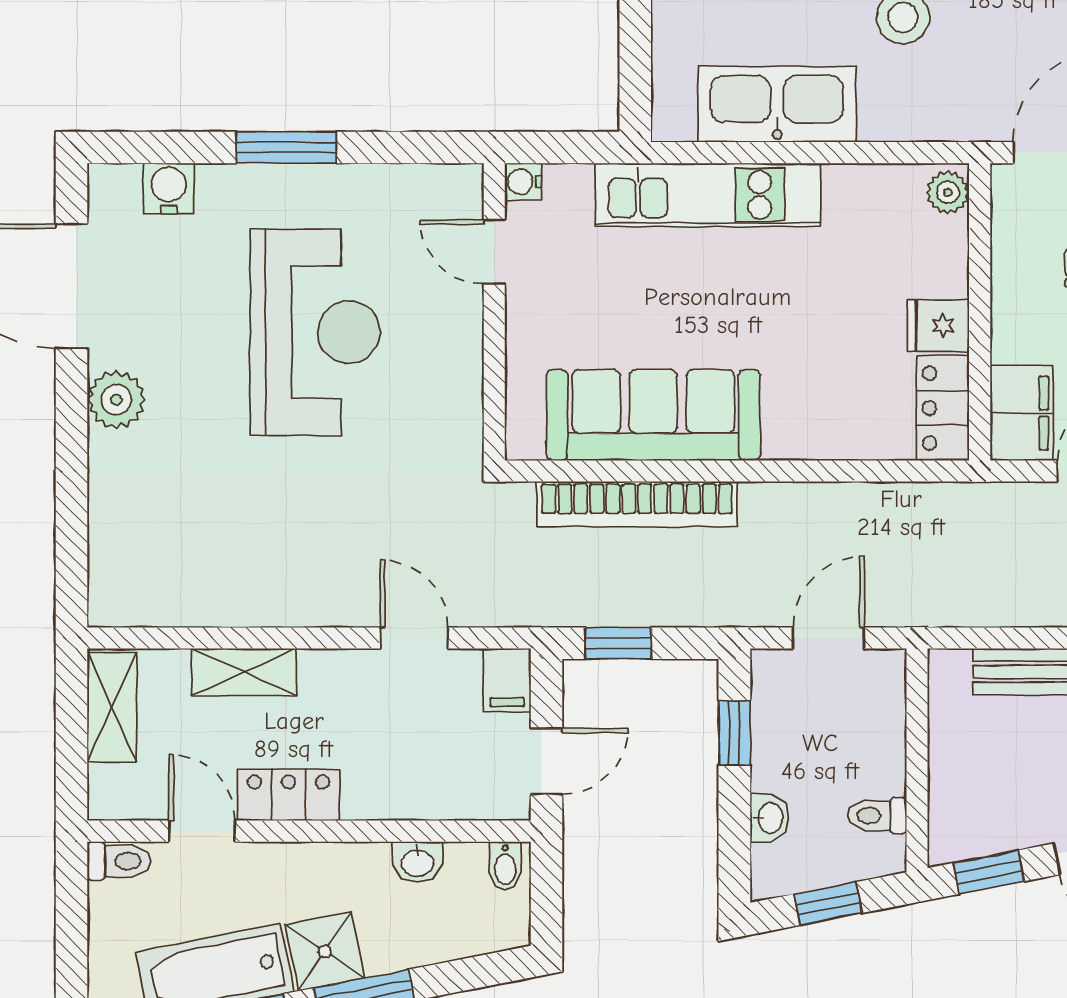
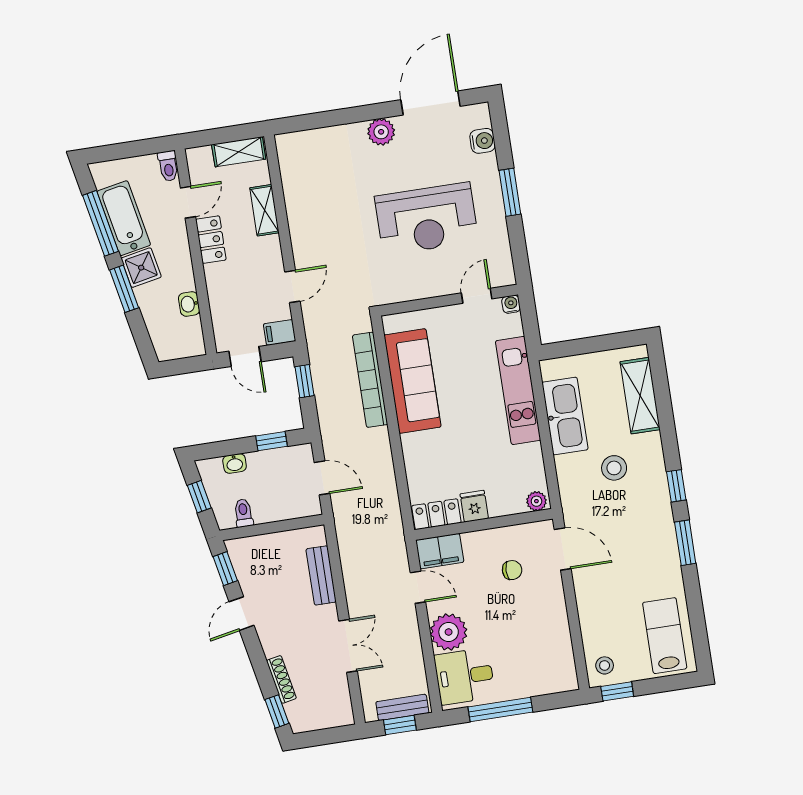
bidet: (505, 866) -> (194, 345), removed

